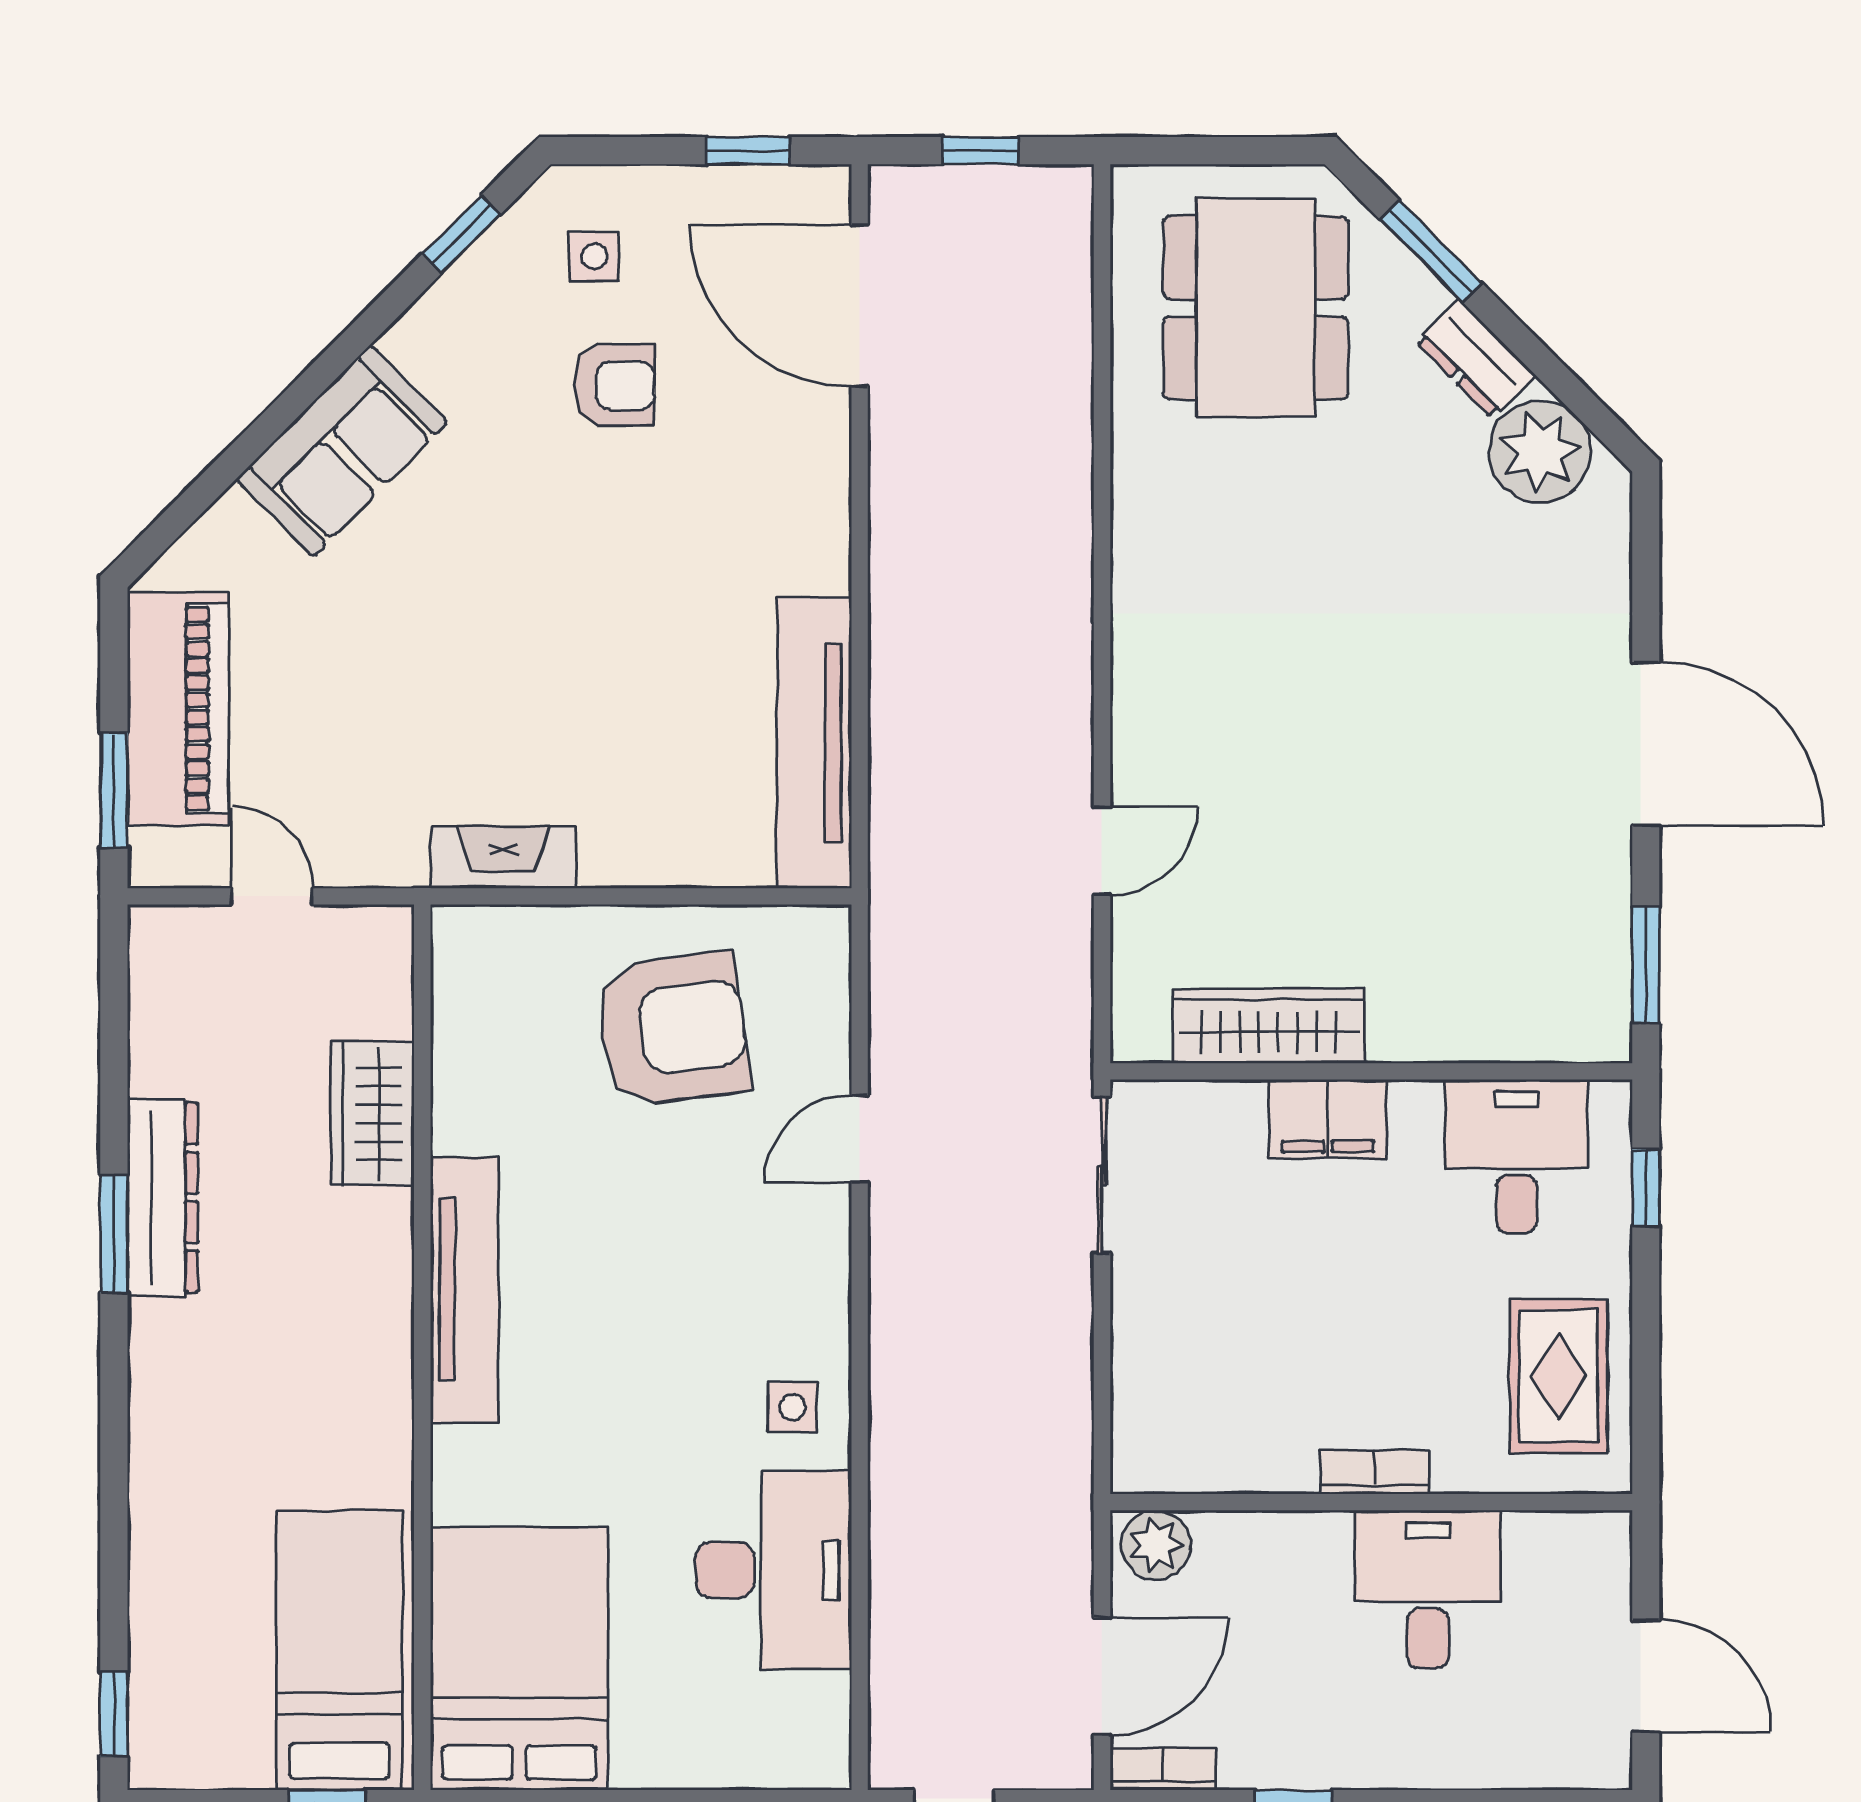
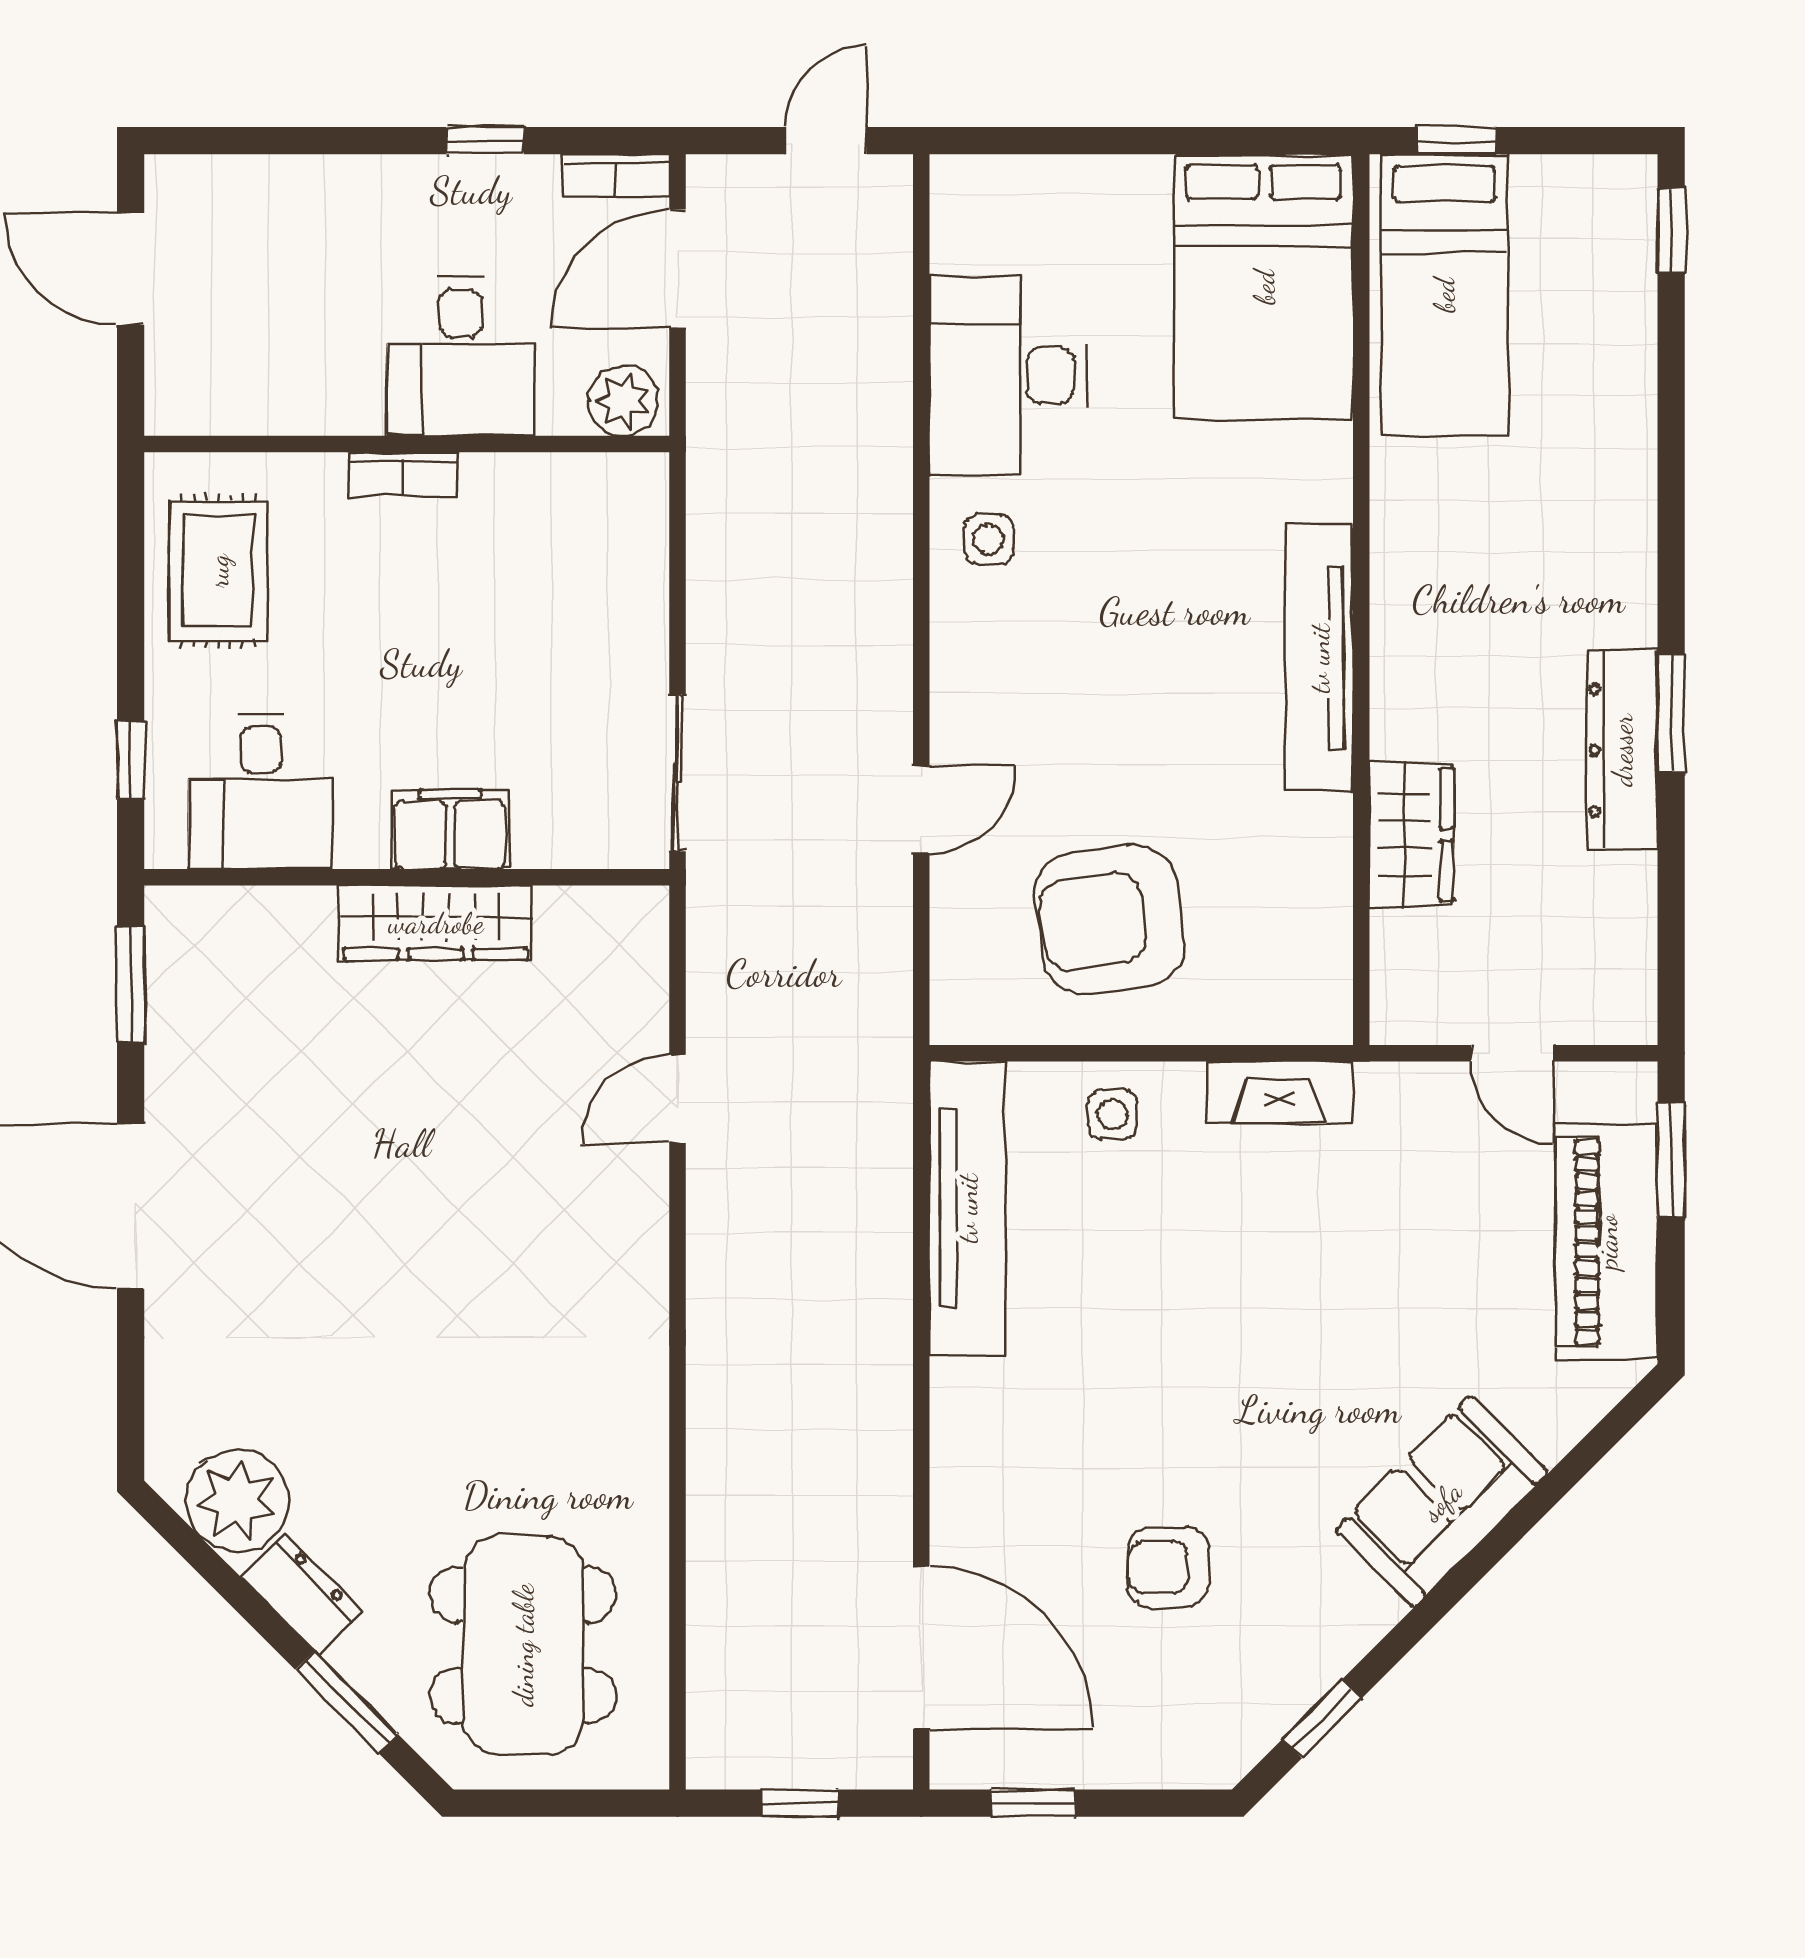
side table: (594, 256) -> (1113, 1114), moved
wardrobe: (1269, 1026) -> (436, 923), moved
desk: (1428, 1589) -> (461, 356), moved

